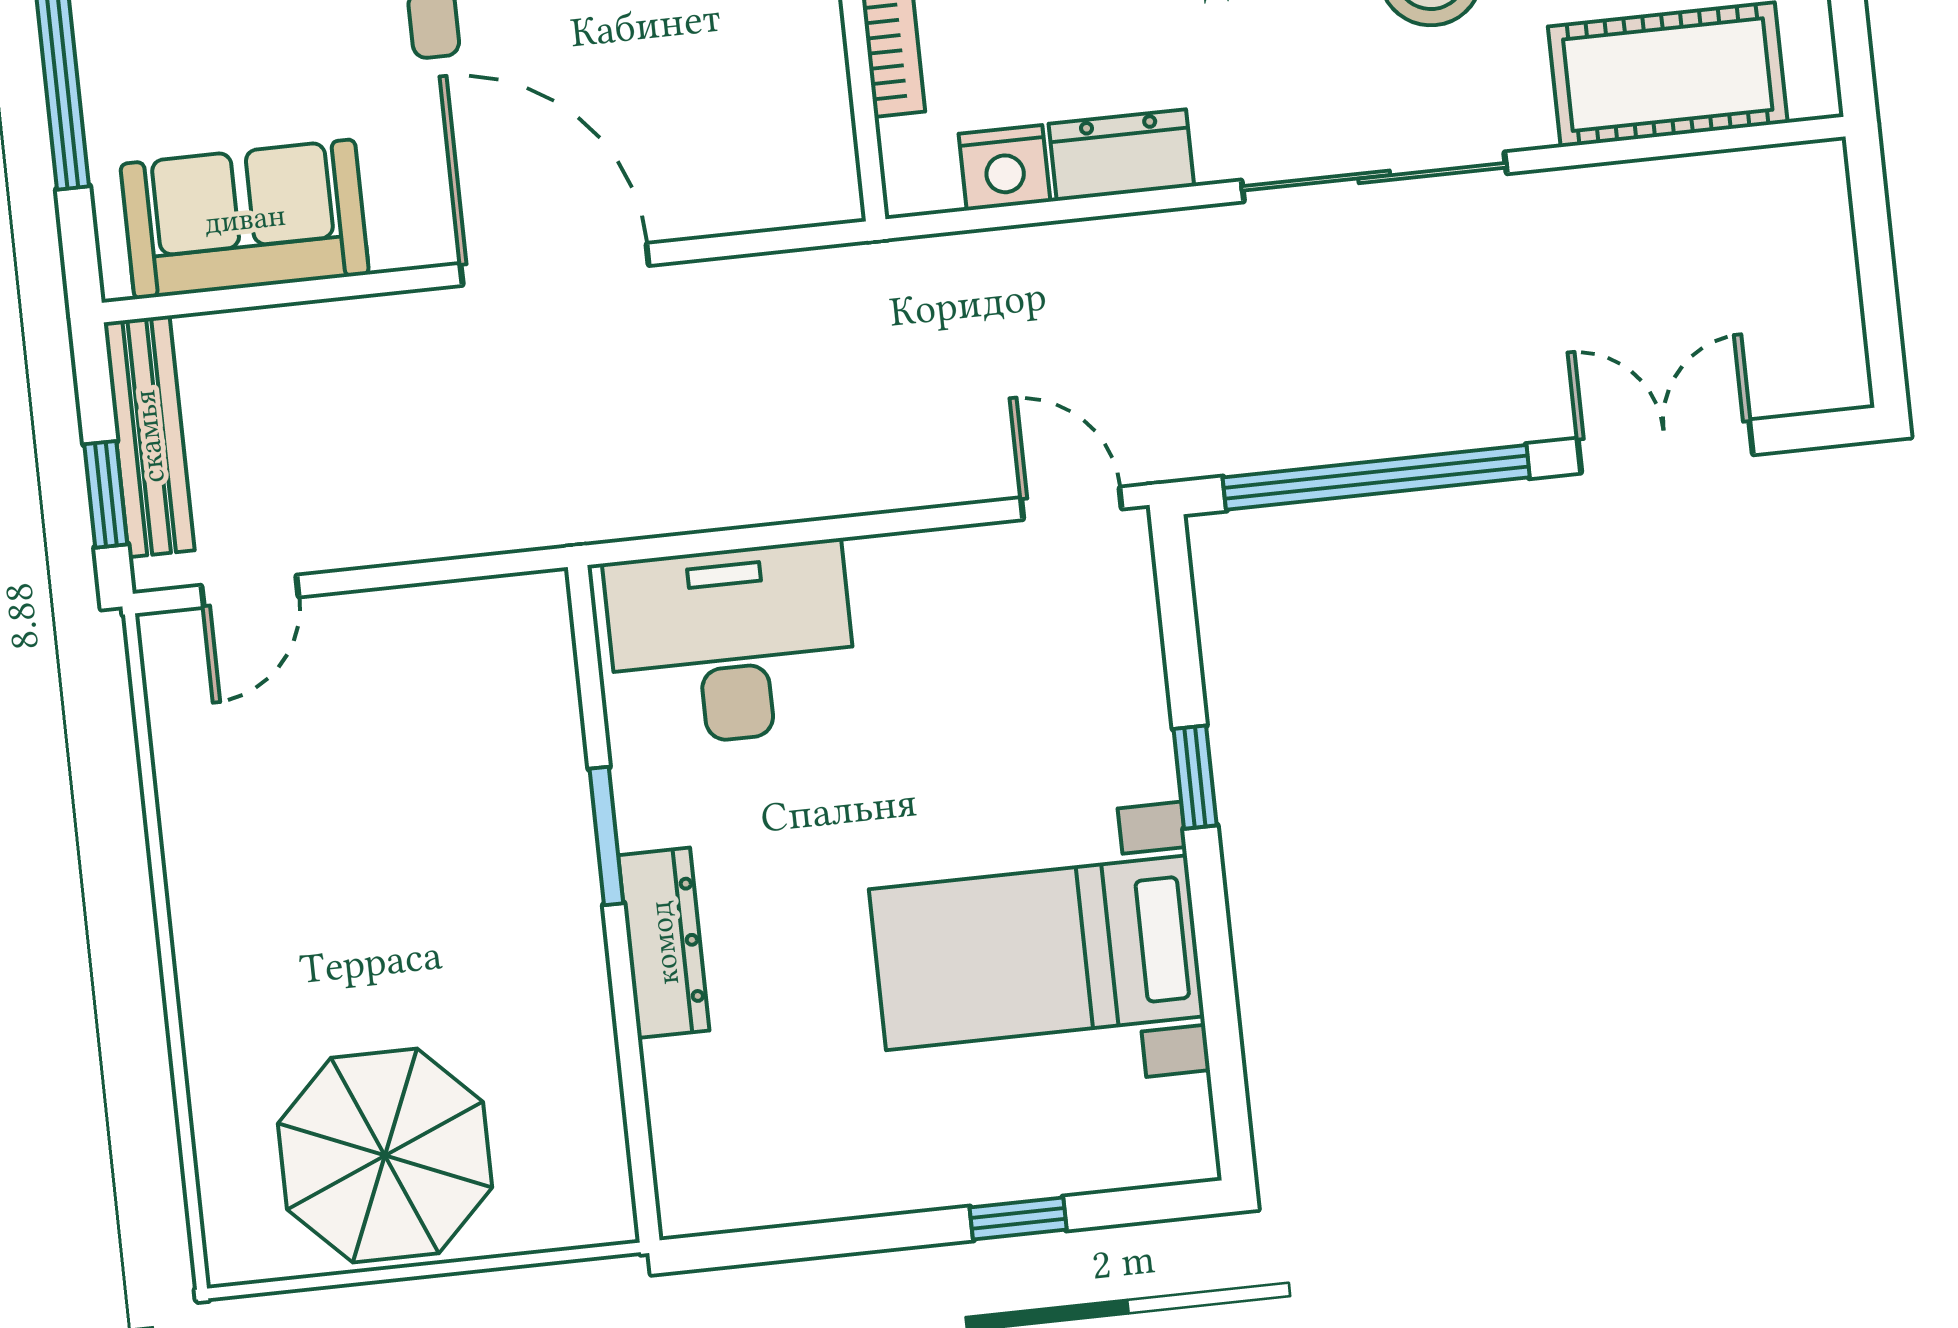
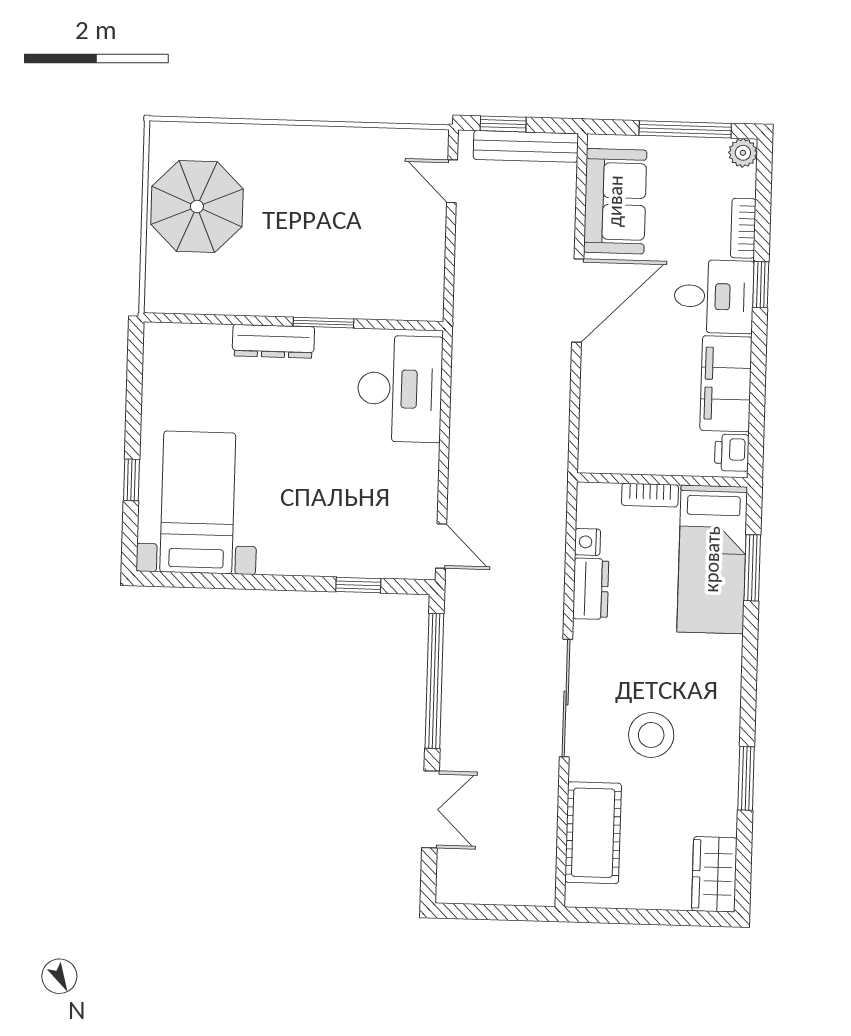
nightstand: (1004, 168) -> (588, 542), width x0.72, depth x0.74
door: (555, 264) -> (578, 300), moved
door: (1071, 503) -> (441, 546), hinge flipped
window: (1195, 777) -> (358, 585), moved
bed with nightstands: (1037, 953) -> (198, 502), moved

